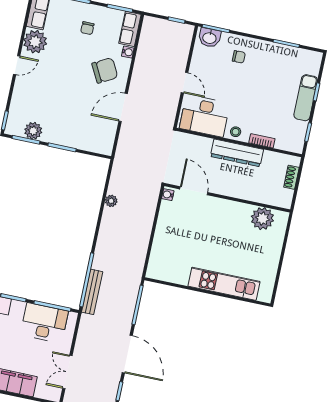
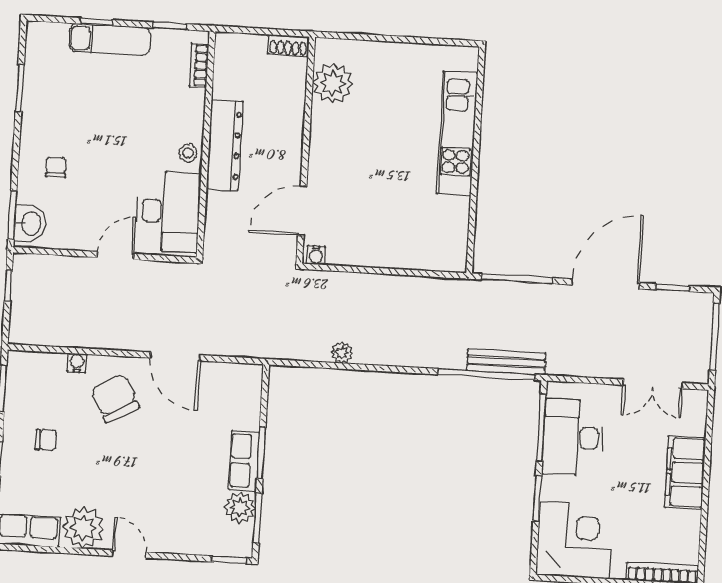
row of seats: (130, 29) -> (244, 461), moved, turned 90
bookcase: (262, 141) -> (199, 66), moved
shoe rack: (291, 177) -> (288, 45), moved

